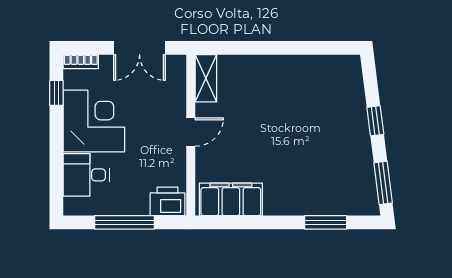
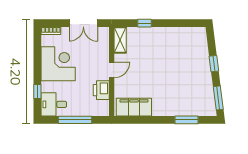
window: (250, 48) -> (145, 23), added
window: (56, 93) -> (37, 91), moved
desk: (86, 175) -> (54, 104), moved
printer: (167, 201) -> (101, 90), moved, turned -90

